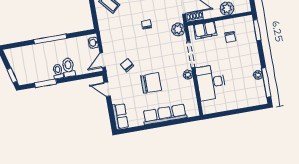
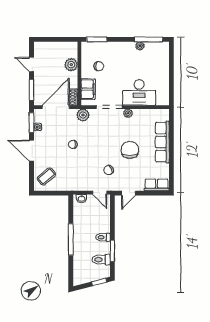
toilet: (68, 67) -> (101, 260), moved

